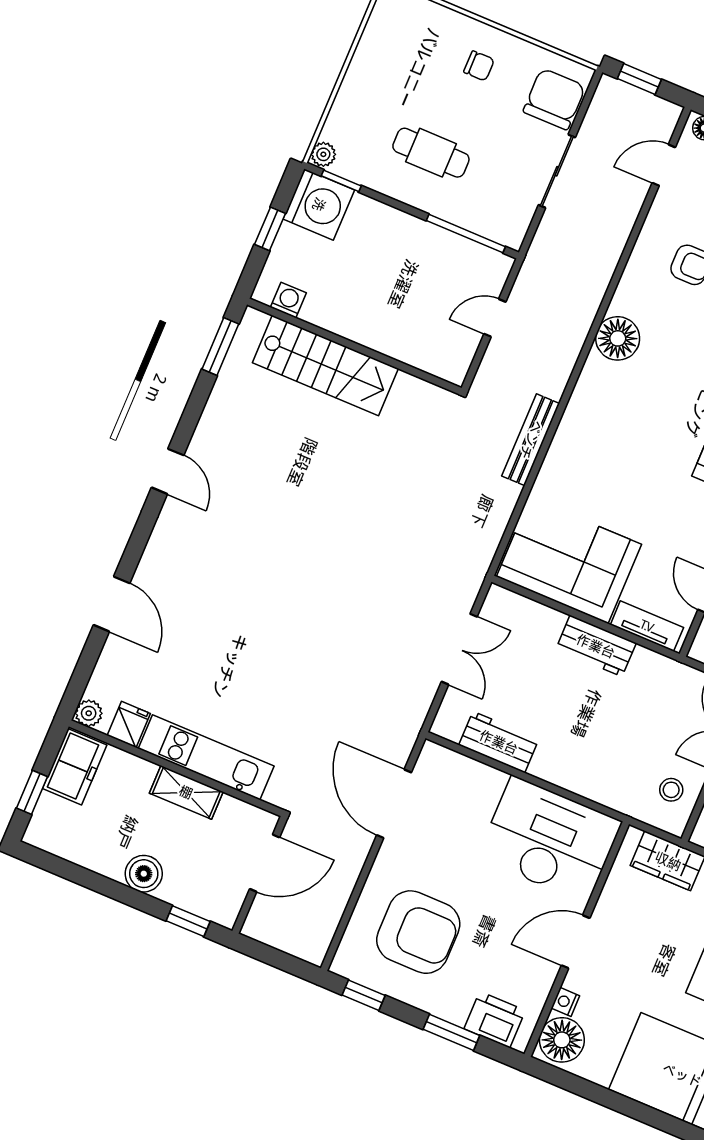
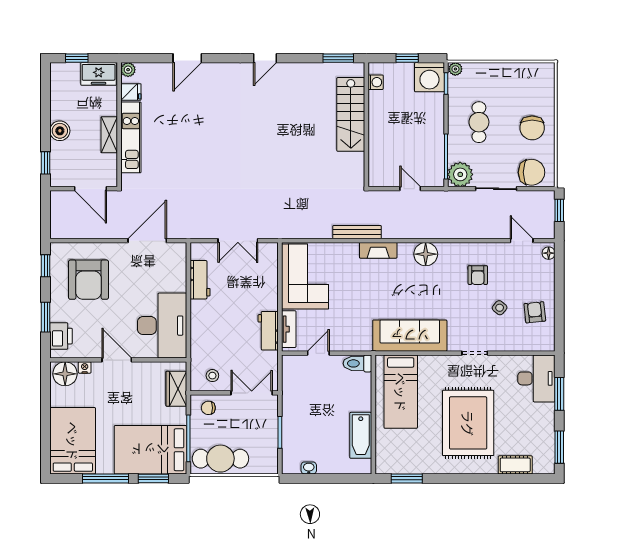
chair: (479, 66) -> (532, 128), width x1.87, depth x1.87
plant: (507, 222) -> (460, 174), added
fireplace: (577, 417) -> (378, 250), added
workbench: (596, 646) -> (268, 331), moved

